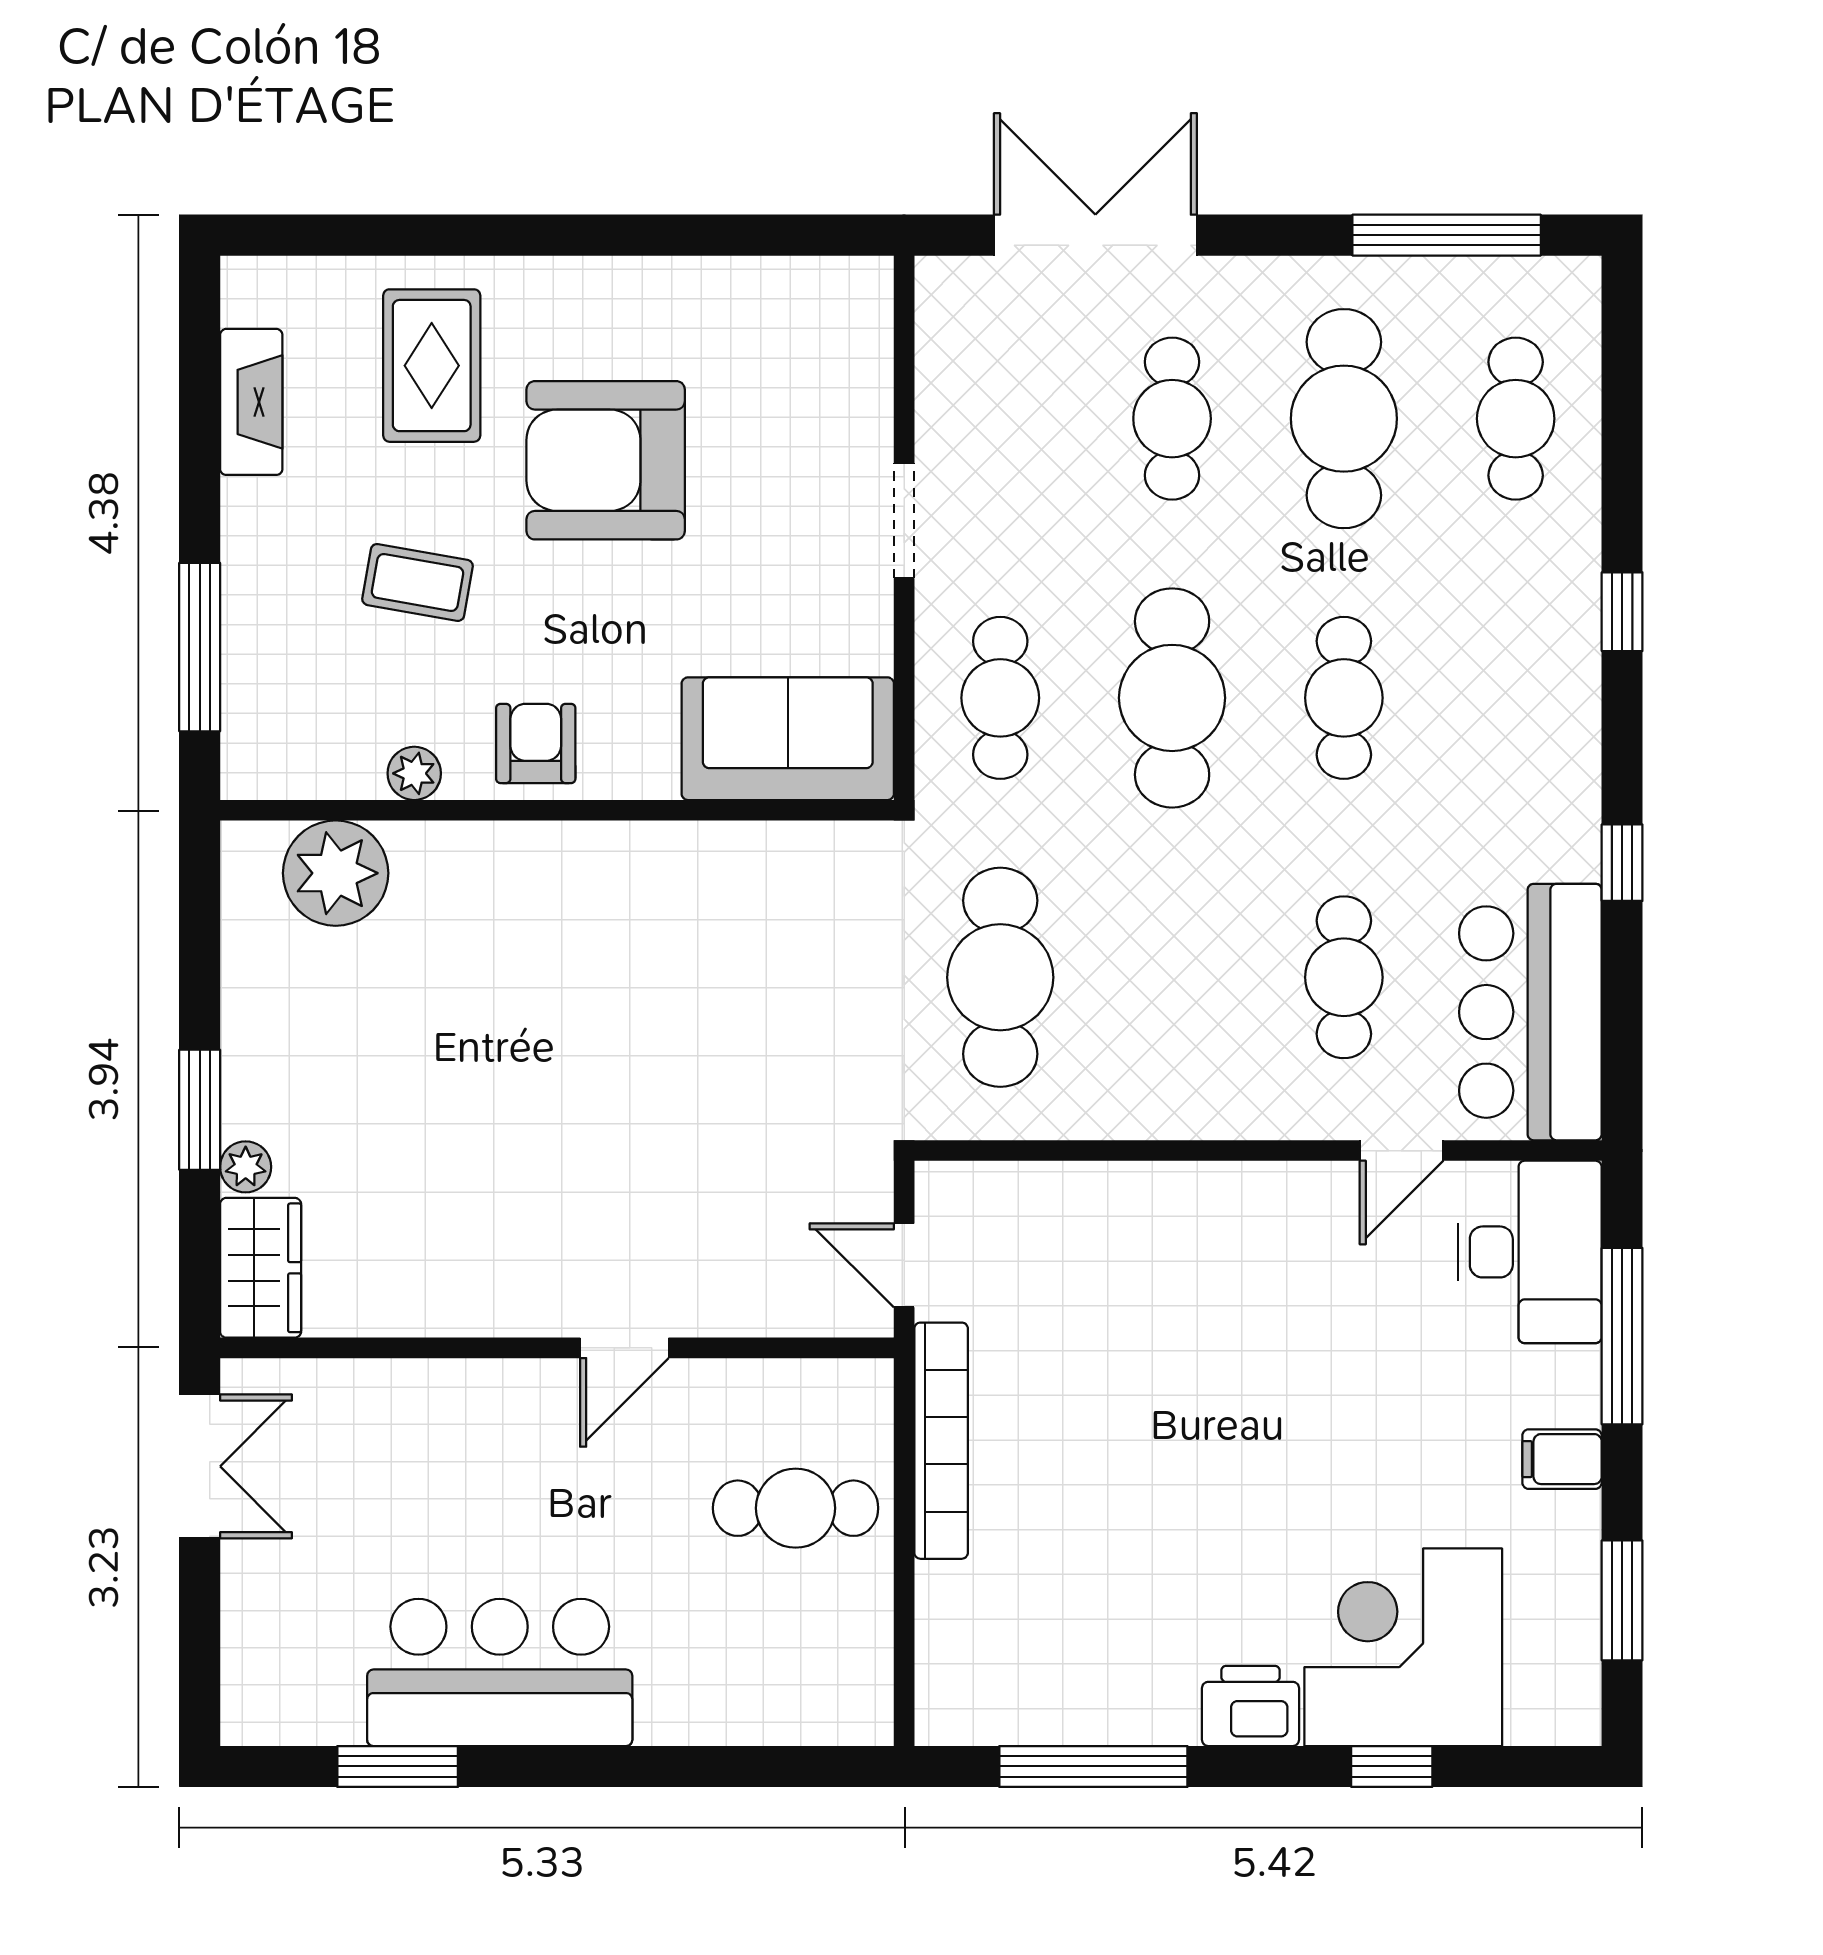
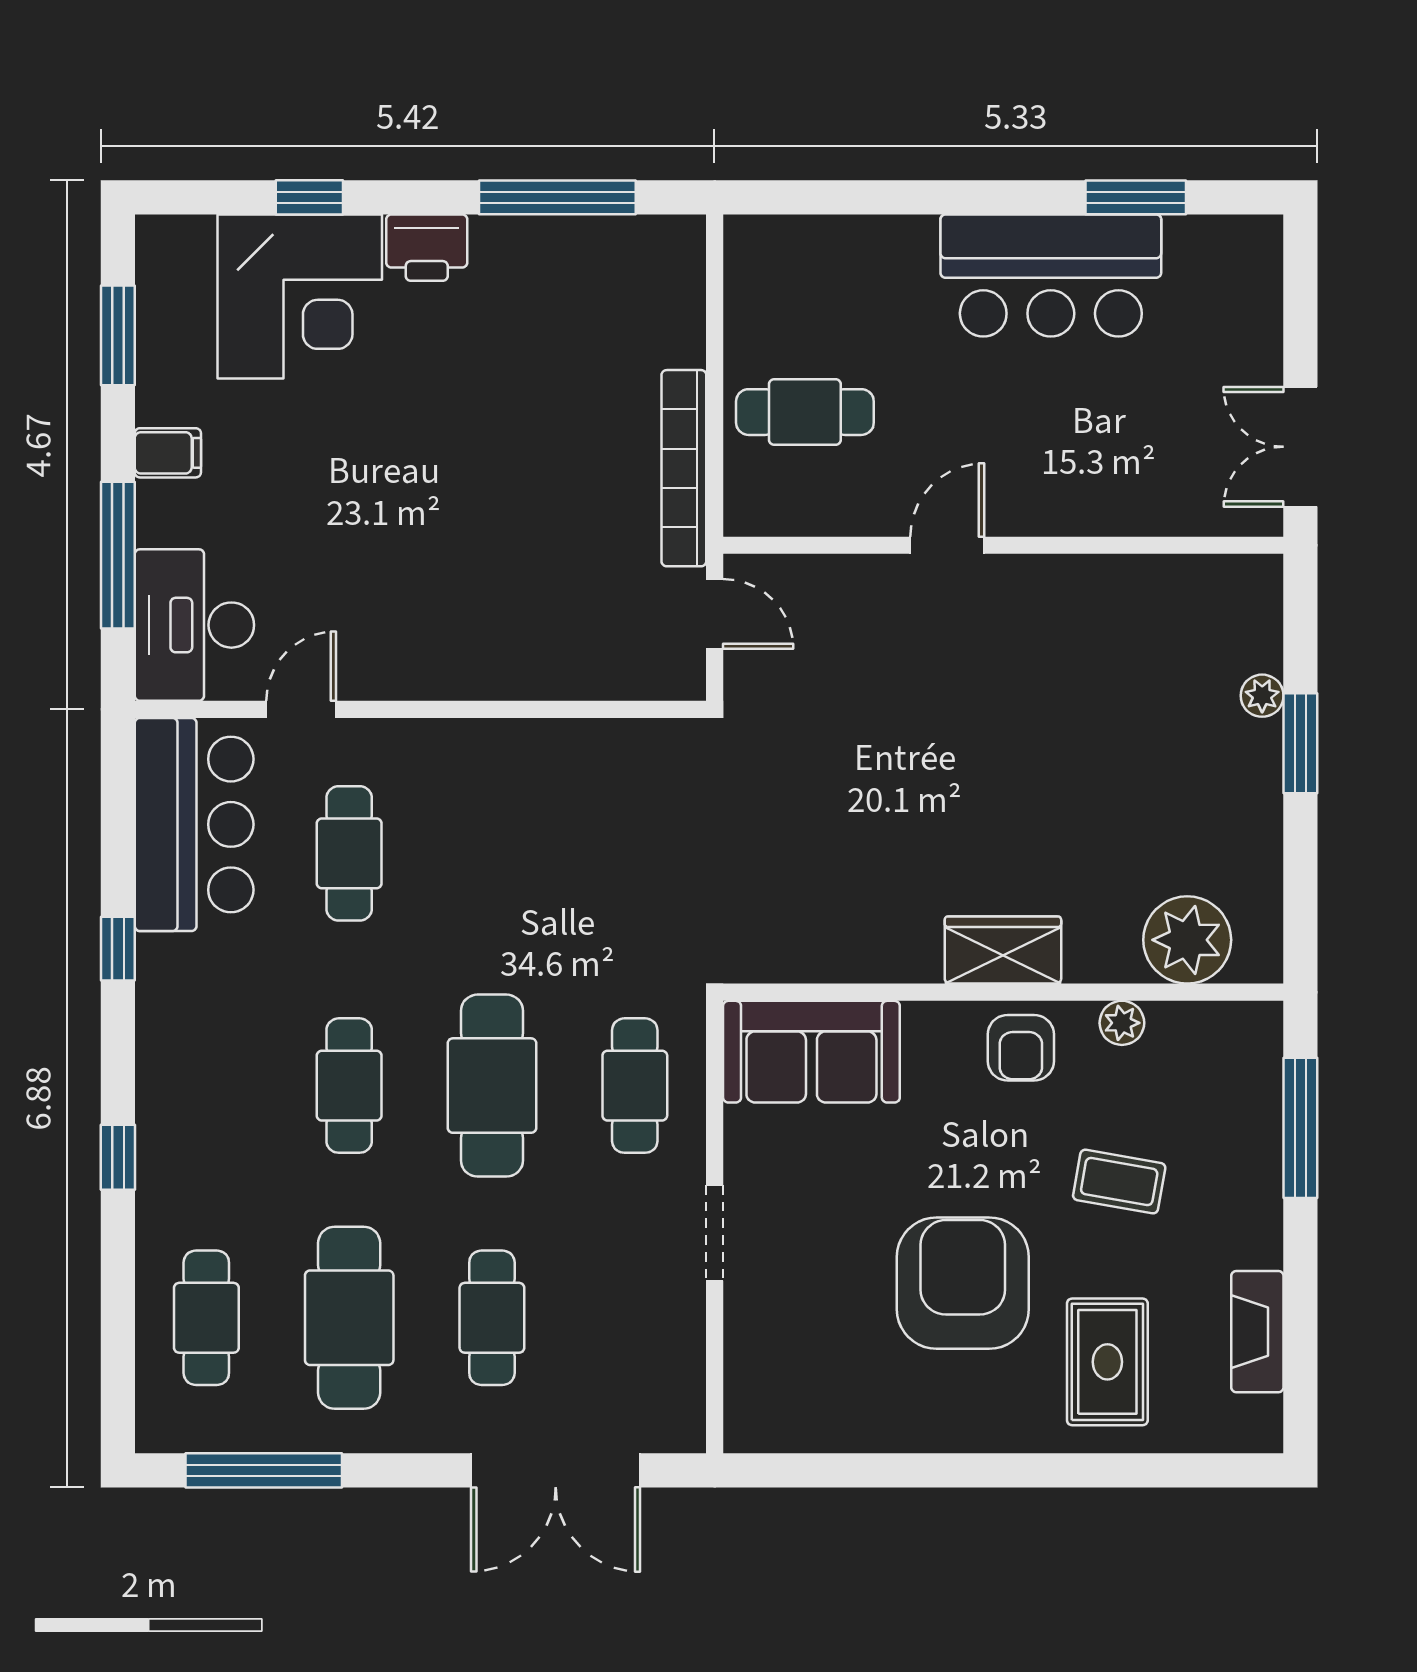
armchair: (606, 460) -> (963, 1283), turned -90
cafe table: (1000, 977) -> (635, 853), removed
wardrobe: (261, 1268) -> (1003, 950), moved, turned 90

